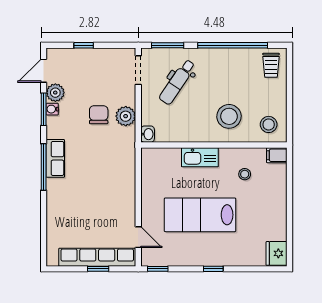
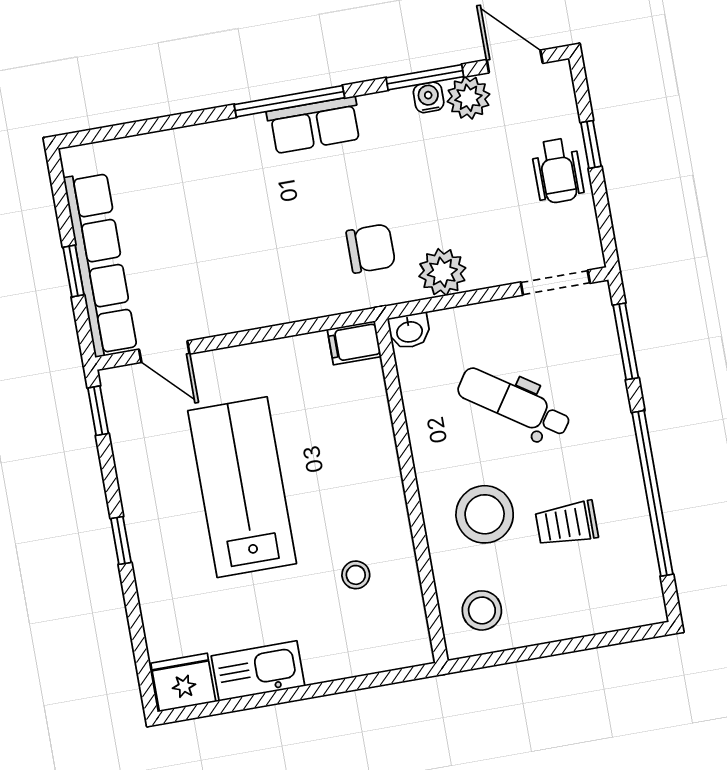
wheelchair: (92, 61) -> (558, 171), added
trolley: (271, 65) -> (567, 524), moved
dental chair: (177, 82) -> (514, 403), moved
chair: (99, 115) -> (371, 249), moved
filing cabinet: (277, 155) -> (354, 343), moved, turned -90
kitchen sink: (200, 157) -> (258, 671), moved, turned 90
door: (138, 237) -> (164, 352), hinge flipped

